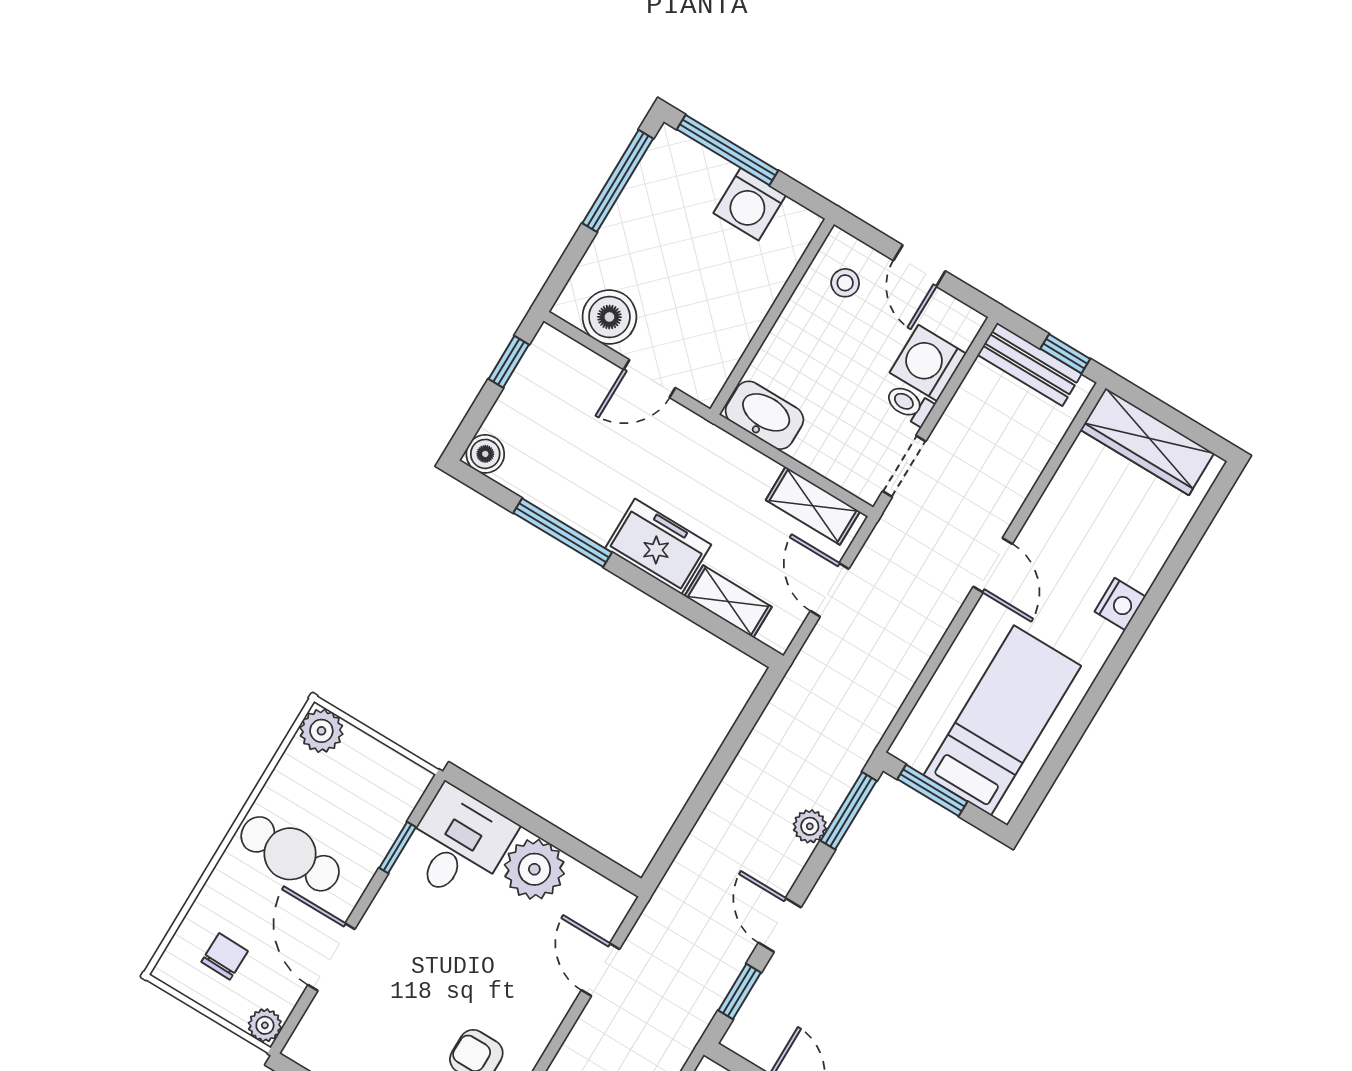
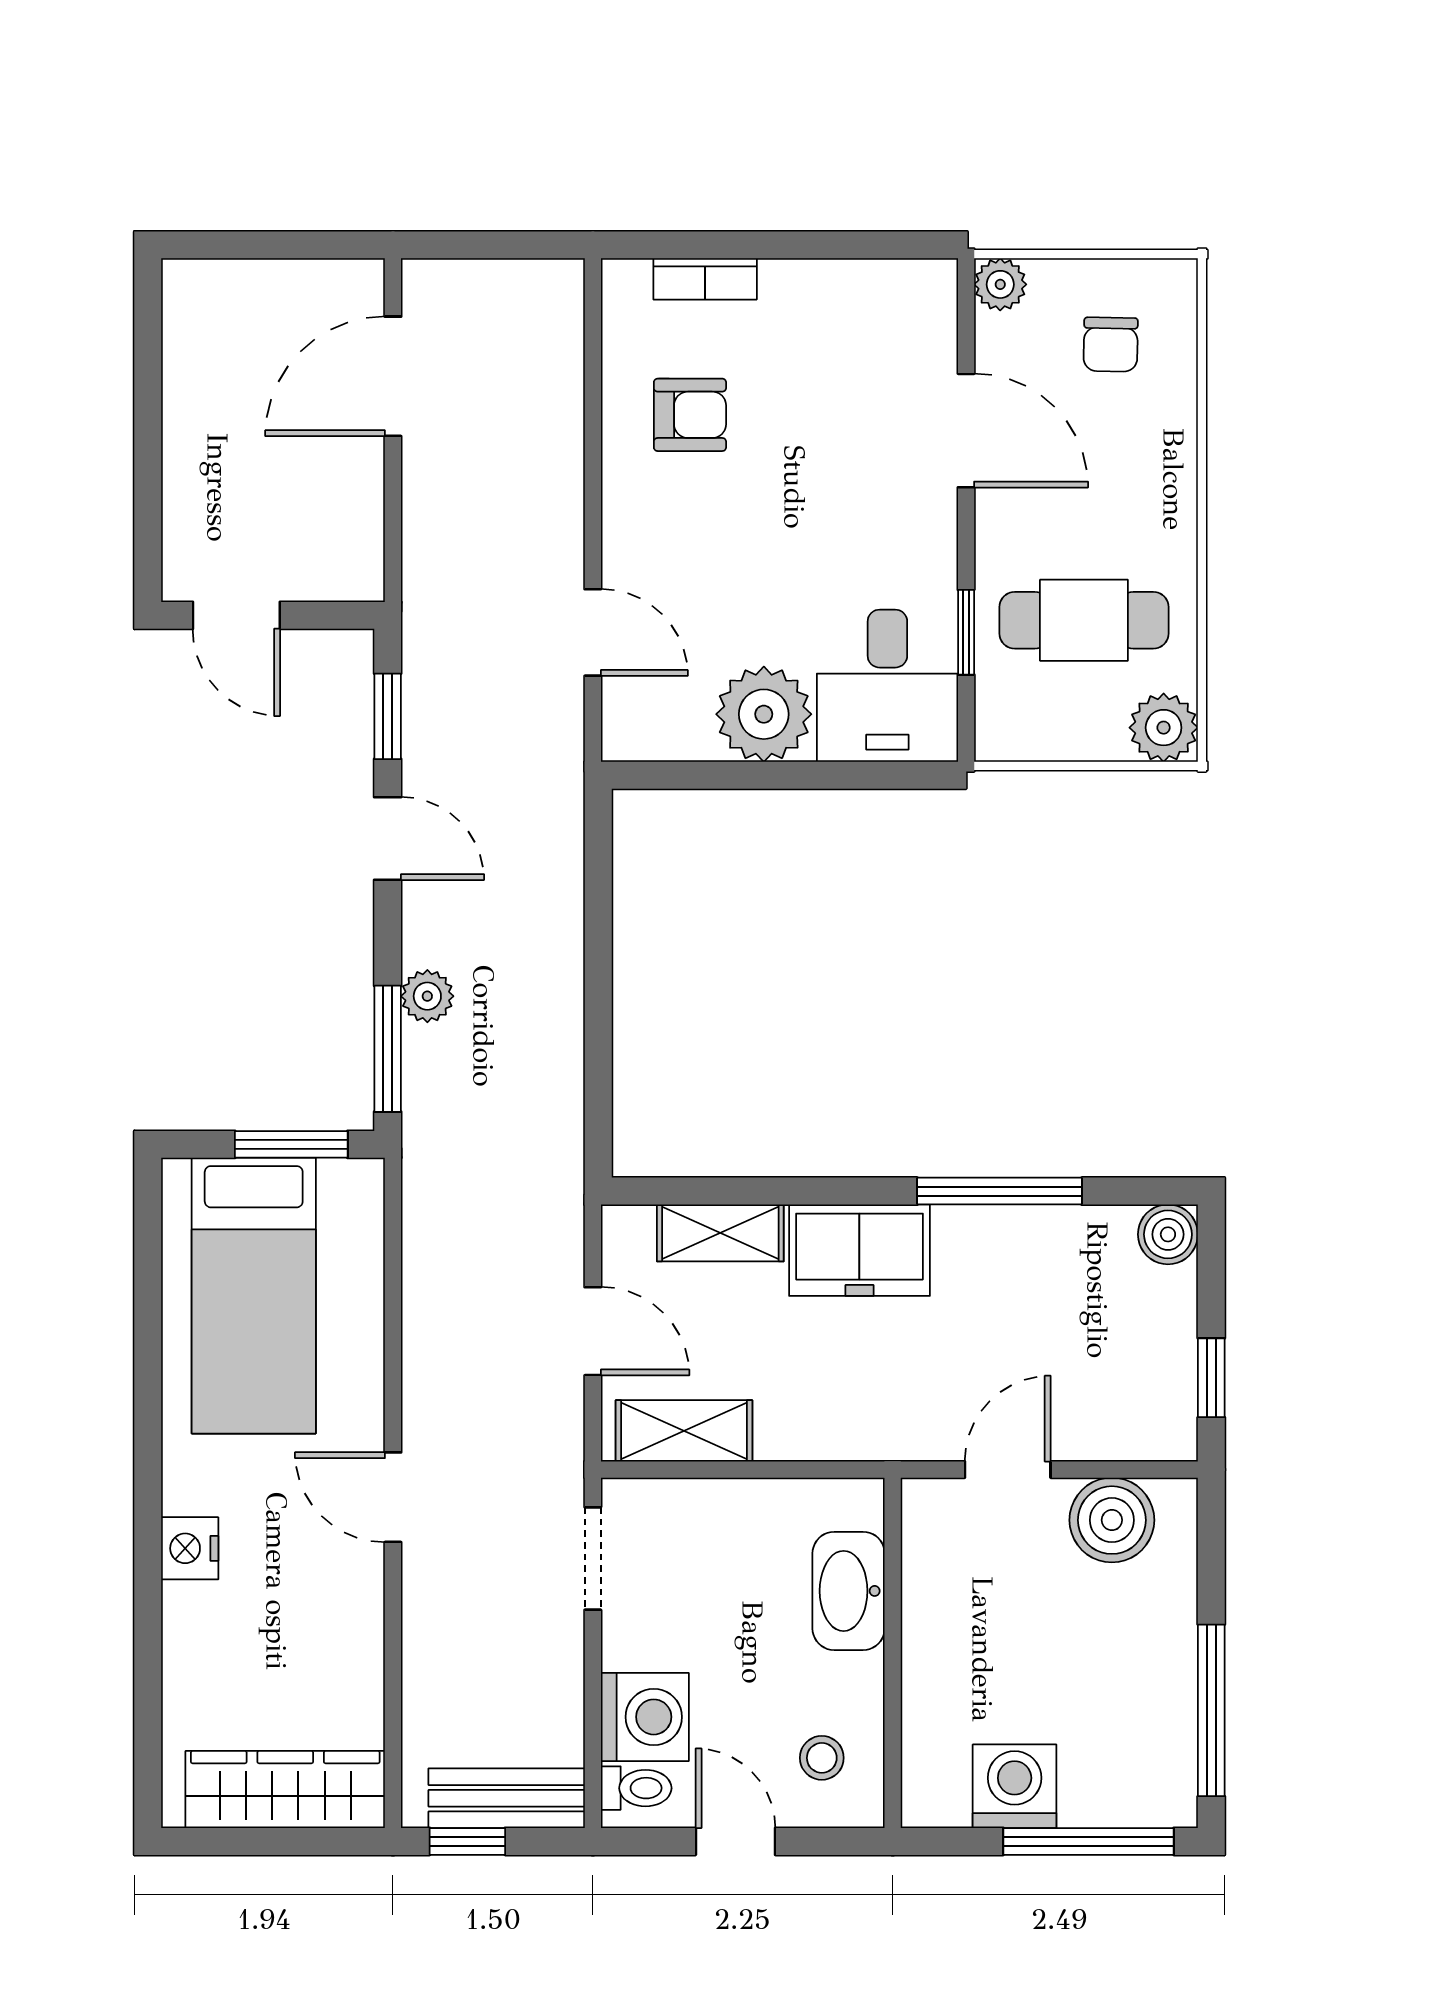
toilet: (909, 405) -> (636, 1788), moved
washbasin: (764, 415) -> (849, 1591), moved, turned 90
cafe table: (290, 854) -> (1084, 620), moved

